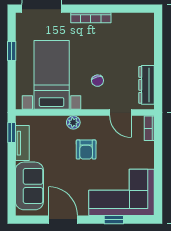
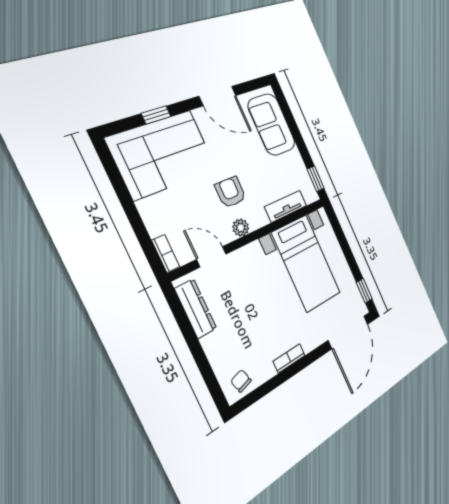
bookcase: (91, 18) -> (289, 358), width x0.64
window: (12, 51) -> (364, 291), moved
chair: (98, 81) -> (241, 381), moved
plant: (73, 122) -> (241, 228), moved
tv unit: (22, 143) -> (286, 206), moved, turned 90

